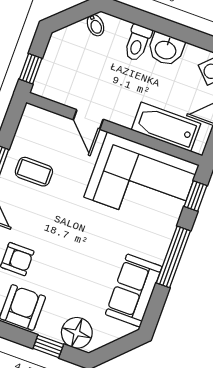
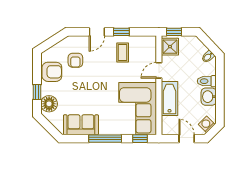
shower: (54, 85) -> (170, 47), added
bathtub: (166, 127) -> (170, 99), moved

